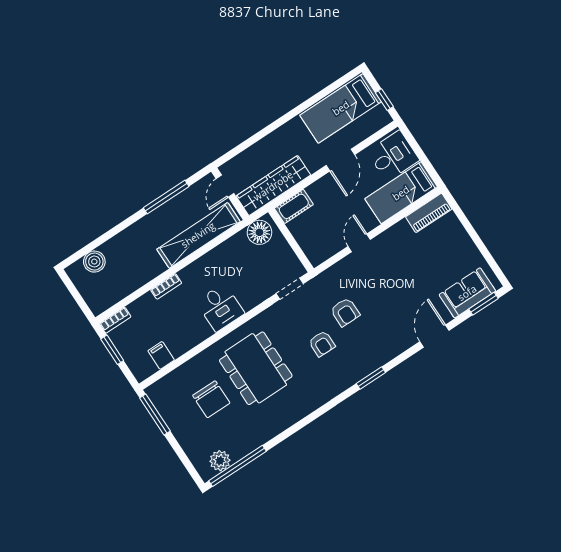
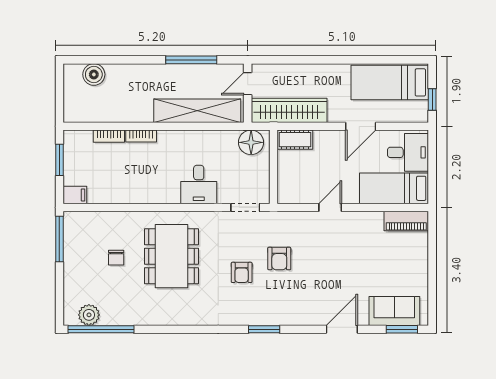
desk: (220, 308) -> (199, 184), moved
bookcase: (115, 320) -> (109, 136), moved
filing cabinet: (161, 355) -> (75, 195), moved, turned 90
chair: (211, 399) -> (116, 258), width x0.54, depth x0.54

